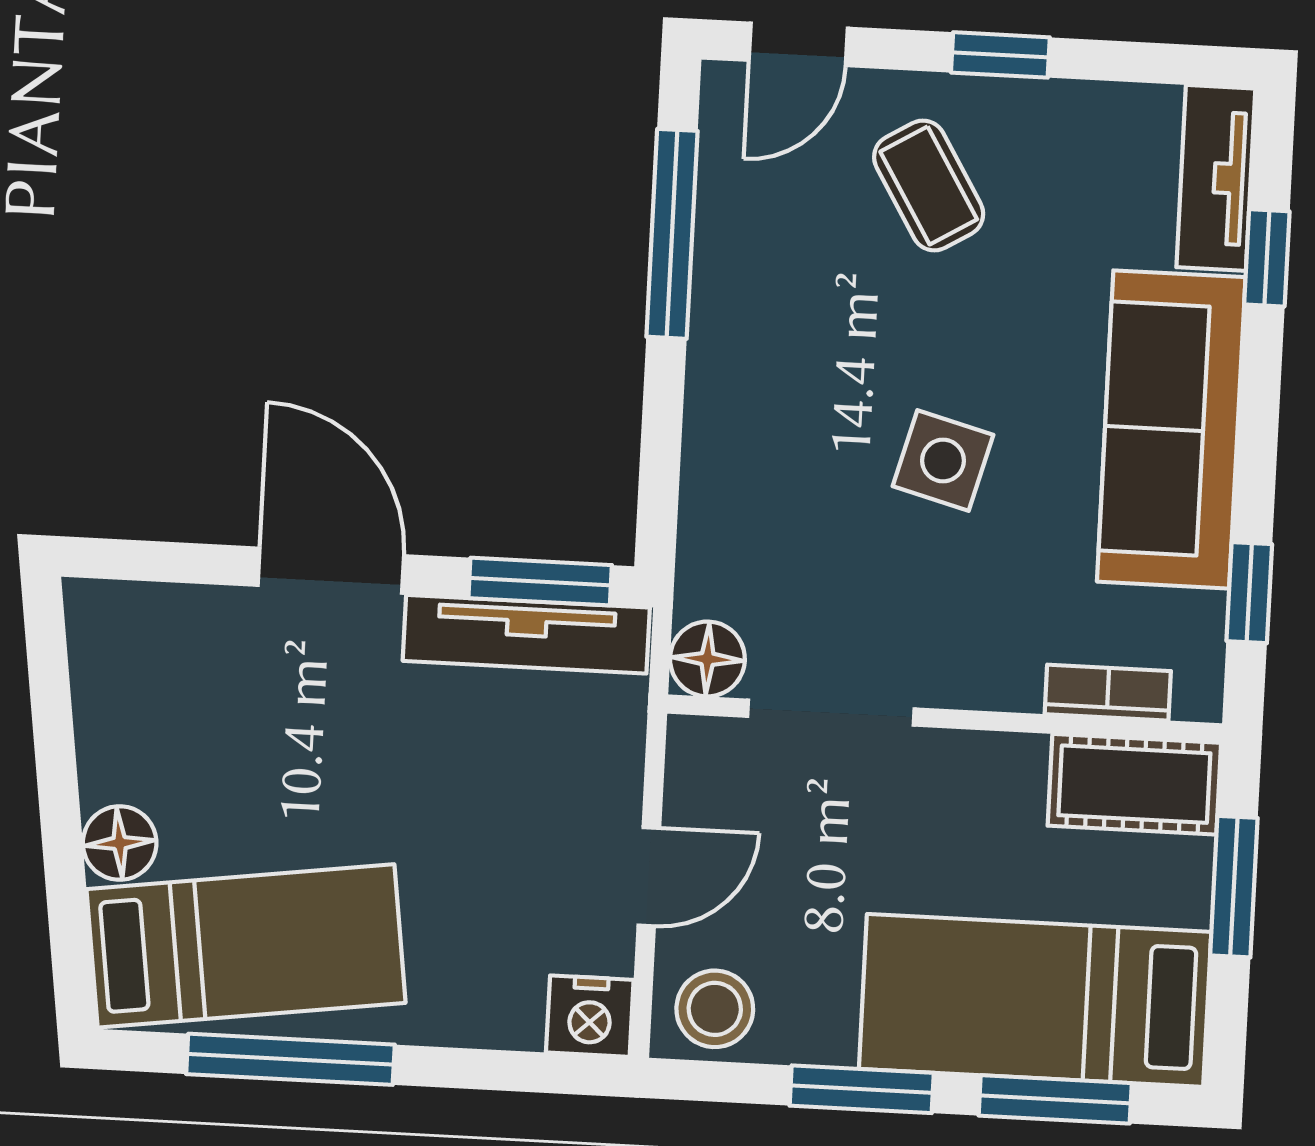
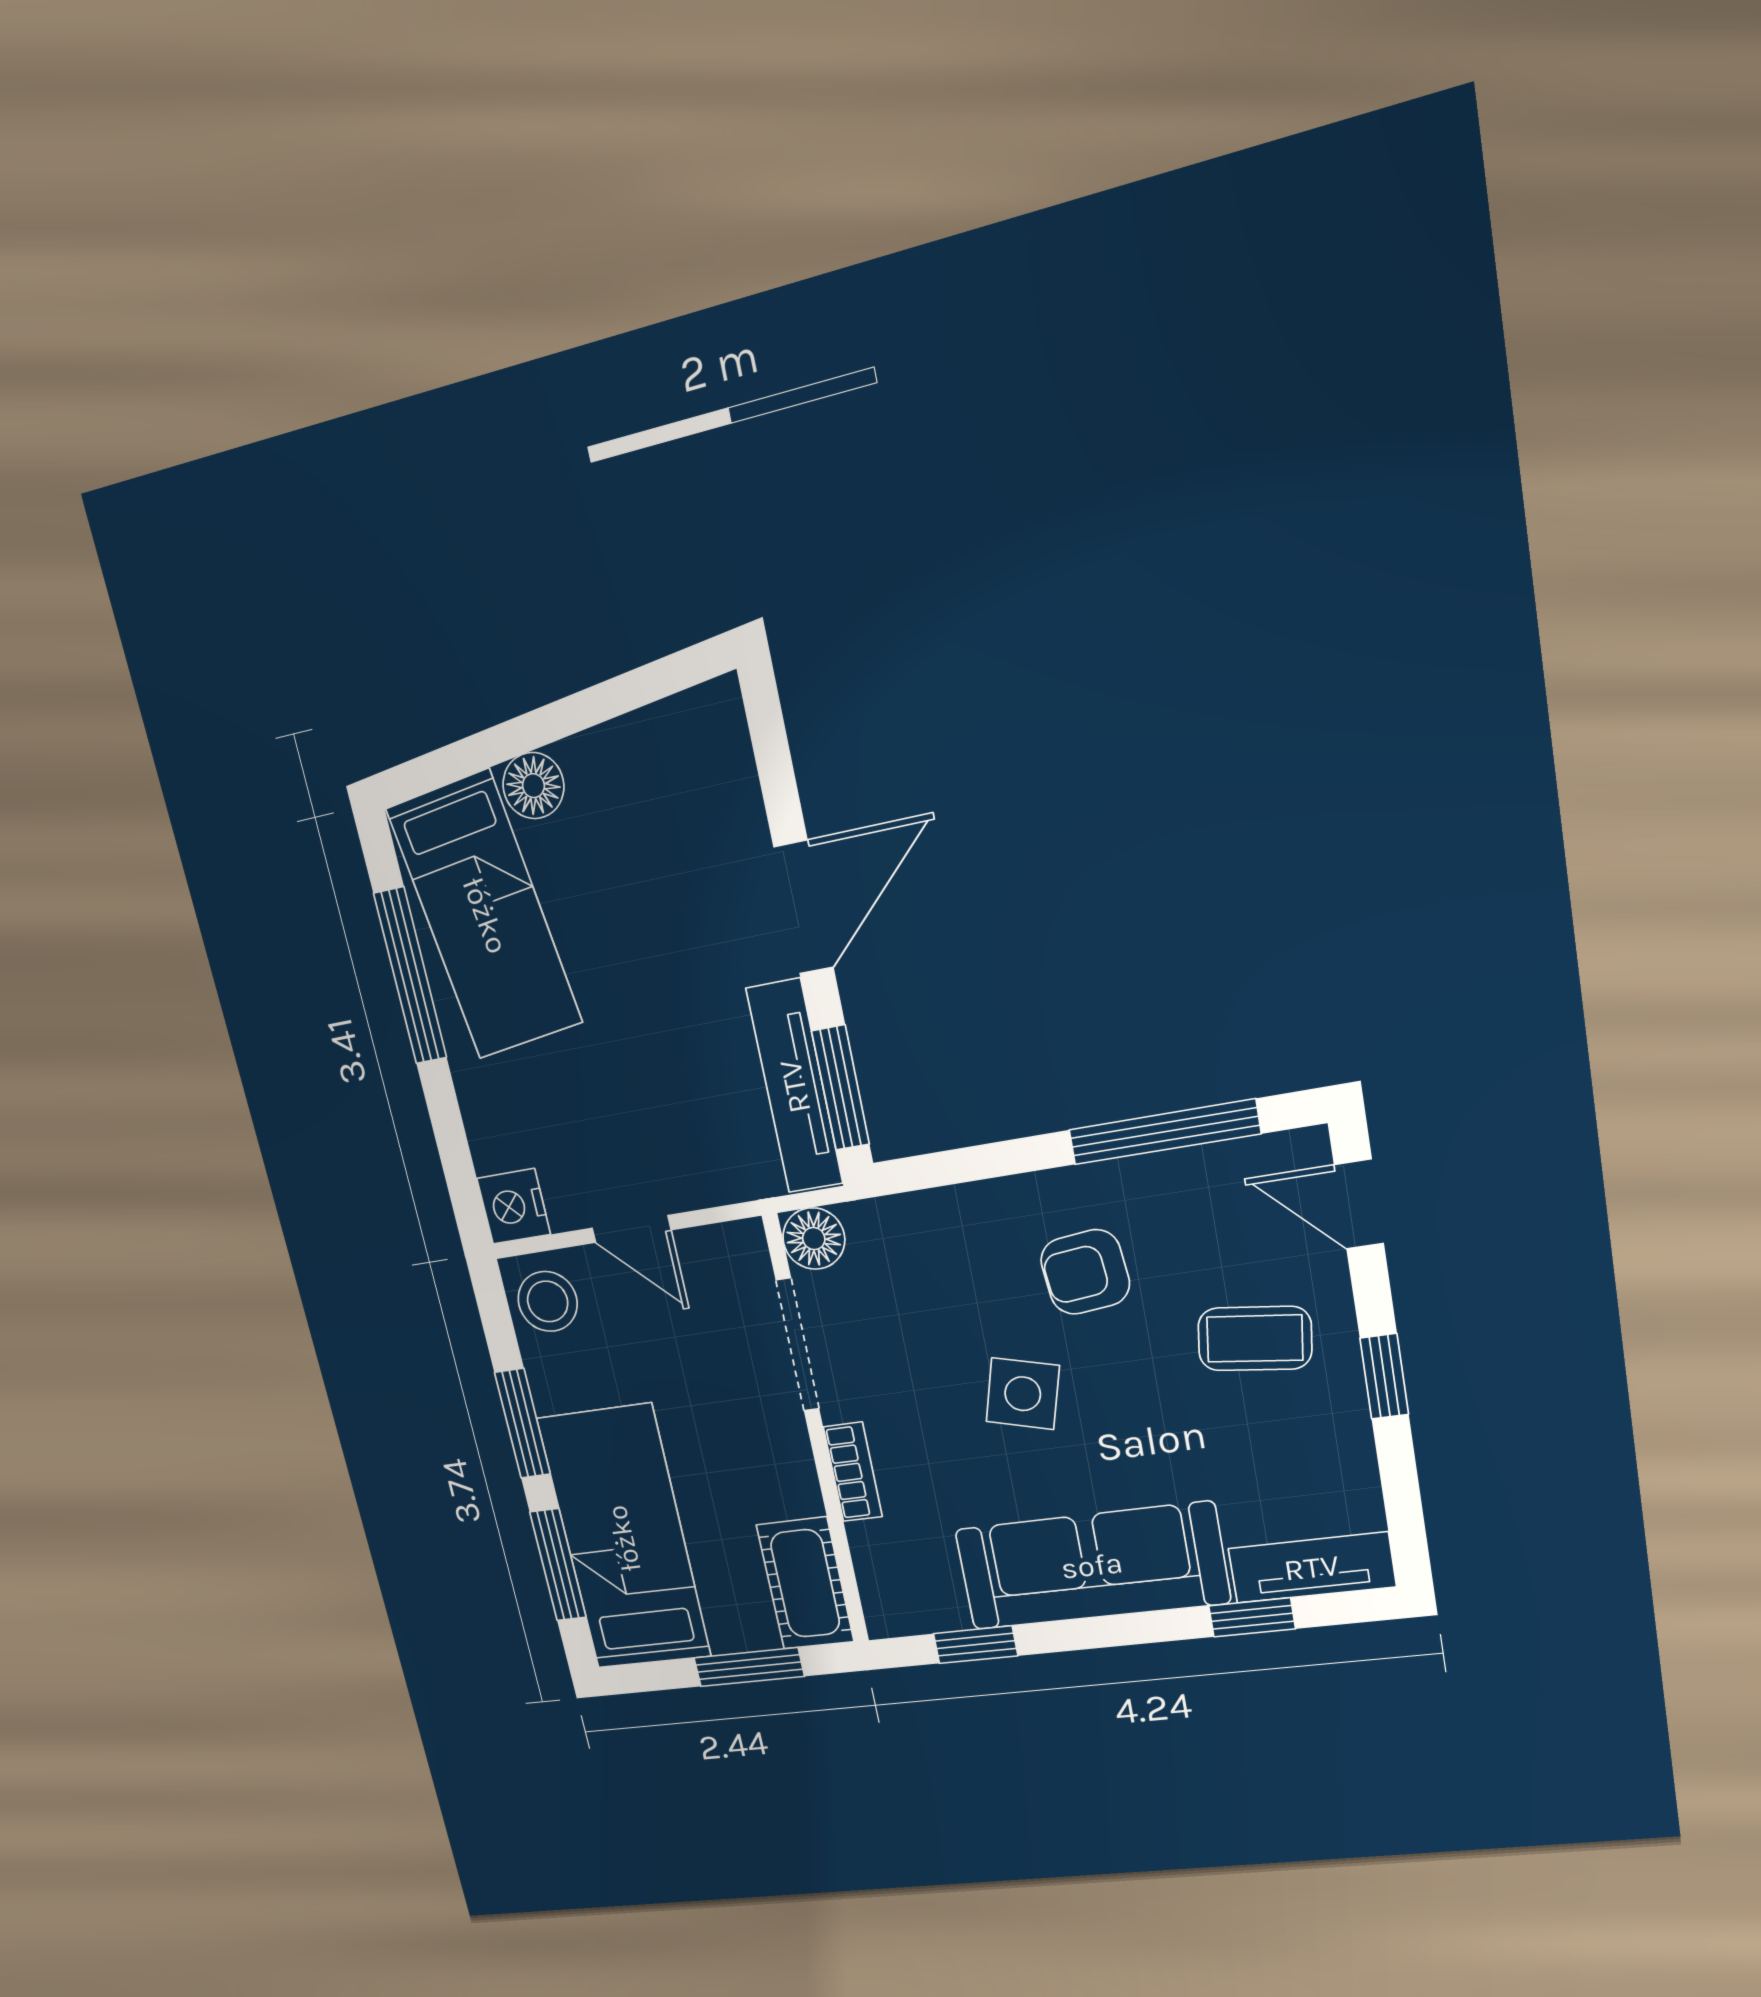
coffee table: (929, 185) -> (1255, 1339), turned 38
armchair: (813, 356) -> (1085, 1272), added
bookcase: (1108, 693) -> (853, 1472), moved

